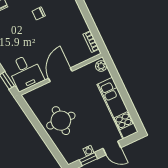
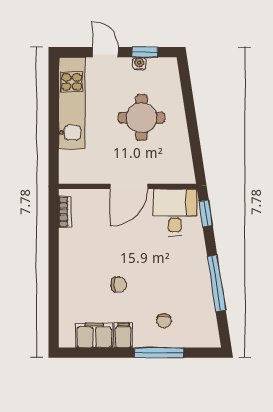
plant: (101, 66) -> (67, 172), removed
round table: (61, 121) -> (141, 118), moved

